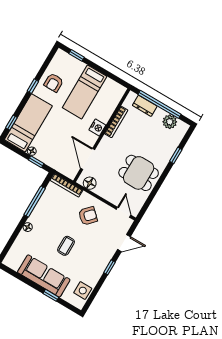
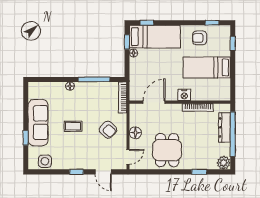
window: (33, 86) -> (212, 23), moved
dresser: (145, 106) -> (225, 127), width x1.44
plant: (170, 122) -> (224, 163), moved
window: (36, 162) -> (127, 42), moved
floor lamp: (90, 183) -> (135, 133), moved

